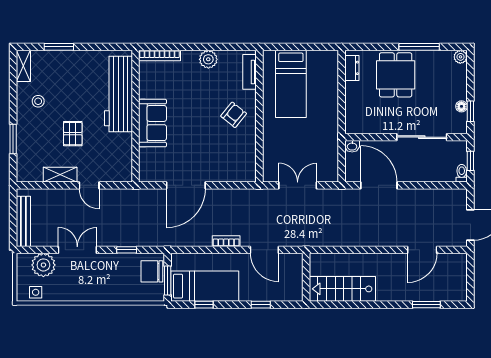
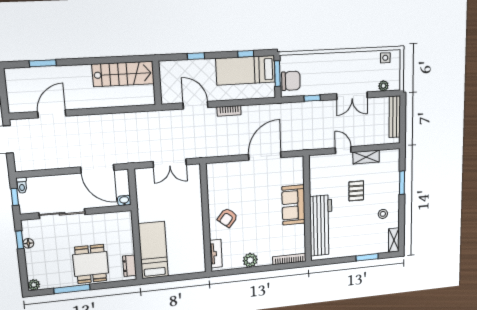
bed: (291, 84) -> (153, 250), moved
plant: (43, 265) -> (383, 86), width x0.53, depth x0.53

